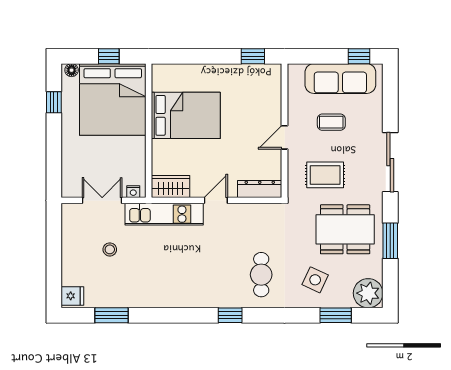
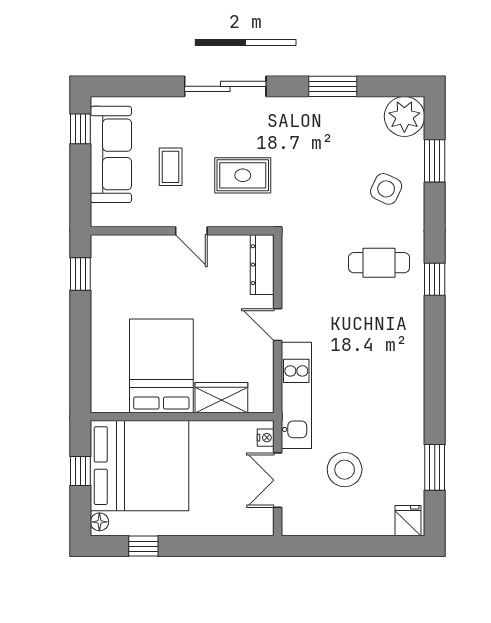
rug: (325, 175) -> (243, 175), turned 90
wardrobe: (170, 187) -> (221, 398), moved, turned 90
dining table: (345, 229) -> (317, 148), removed
stool: (110, 249) -> (345, 470), width x1.89, depth x1.89
window: (230, 315) -> (435, 279), moved

